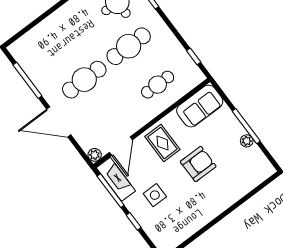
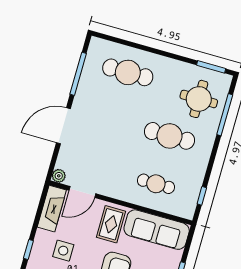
cafe table: (84, 80) -> (128, 72), moved
sofa: (200, 106) -> (157, 230), width x1.36
door: (59, 122) -> (63, 126), hinge flipped
window: (111, 191) -> (39, 211), removed

